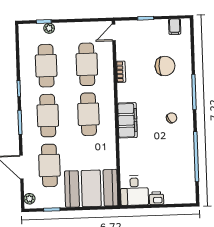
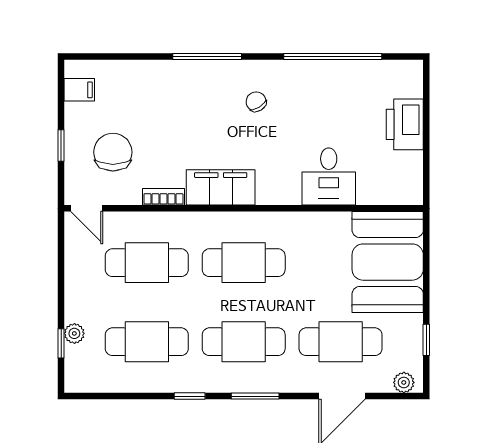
chair: (165, 66) -> (113, 152), moved
filing cabinet: (127, 120) -> (221, 187), moved
desk: (134, 190) -> (329, 177), moved, turned 90
printer: (156, 198) -> (405, 124), width x1.87, depth x1.48

